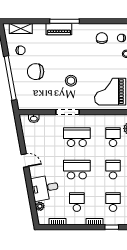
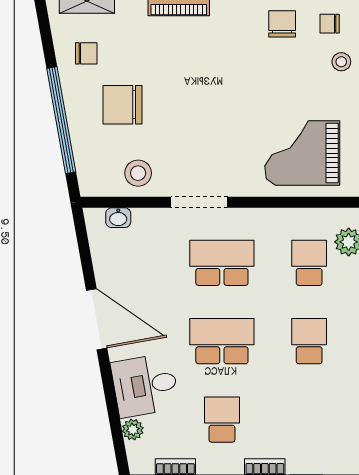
stool: (71, 81) -> (138, 173), moved
door: (25, 160) -> (97, 319), width x1.88
school desk: (113, 202) -> (309, 420), removed

